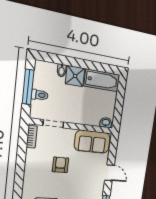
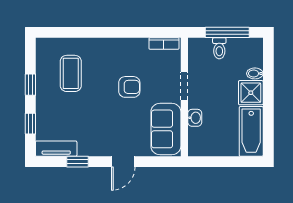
washbasin: (106, 123) -> (195, 118), moved
doorway: (53, 124) -> (184, 86), moved

